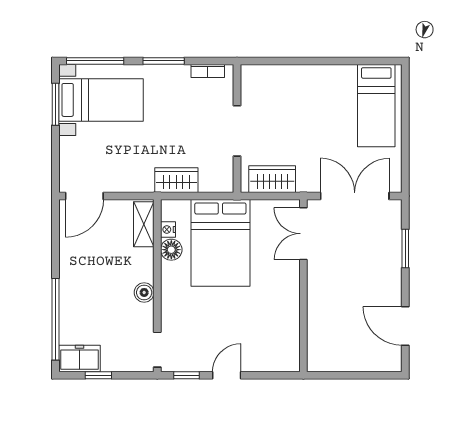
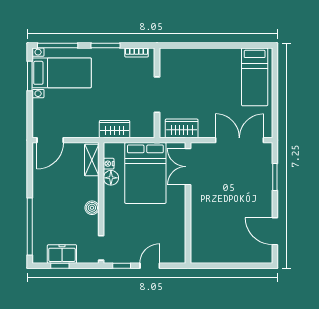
double door: (303, 234) -> (188, 167), moved
wall: (303, 286) -> (188, 203), moved
freezer: (79, 359) -> (62, 254), moved

